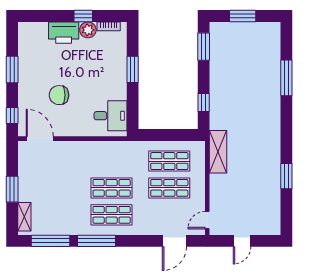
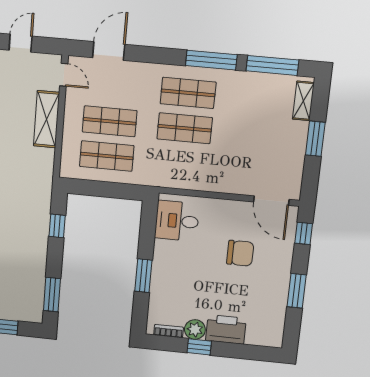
shelving: (218, 152) -> (46, 119), moved
door: (207, 220) -> (64, 75), hinge flipped

